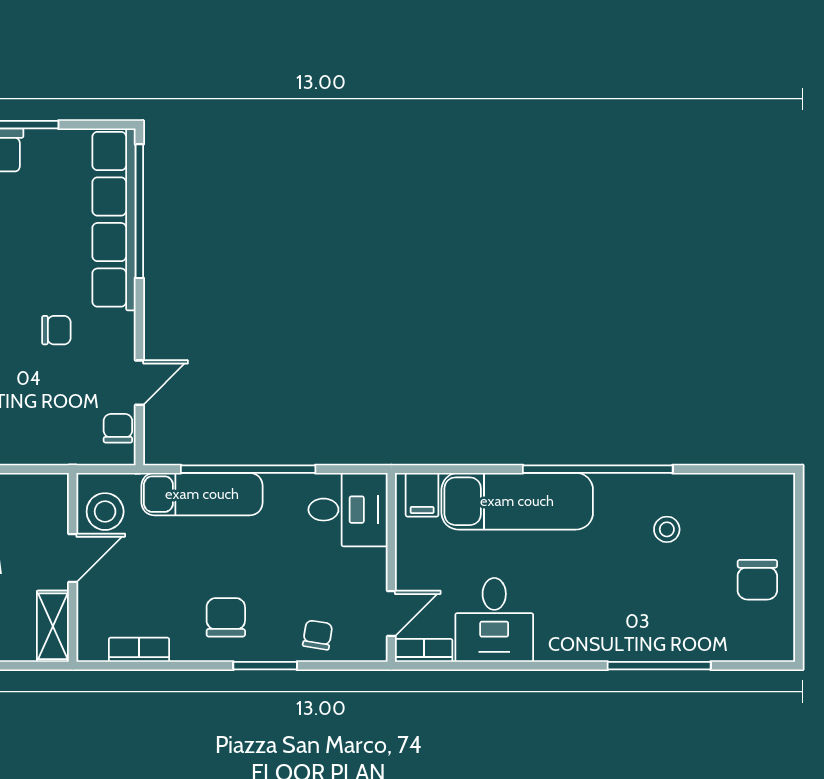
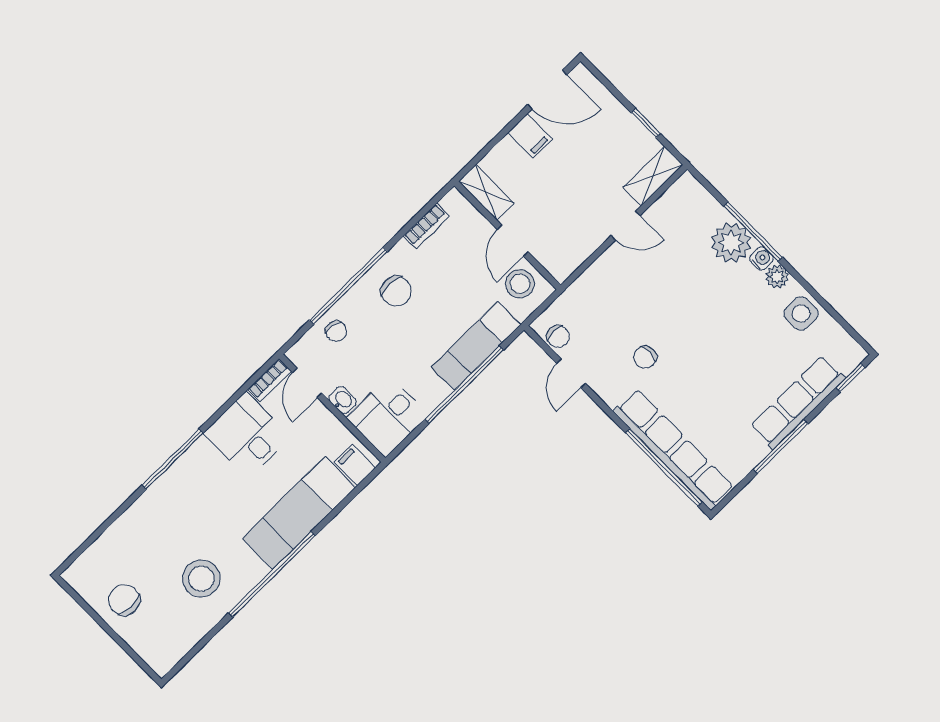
stool: (667, 529) -> (201, 579), width x1.89, depth x1.89
washbasin: (374, 566) -> (343, 400), added
window: (265, 666) -> (348, 286), width x2.11
window: (659, 666) -> (173, 459), moved

